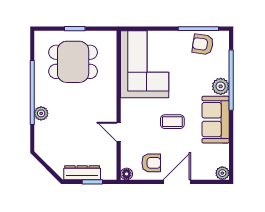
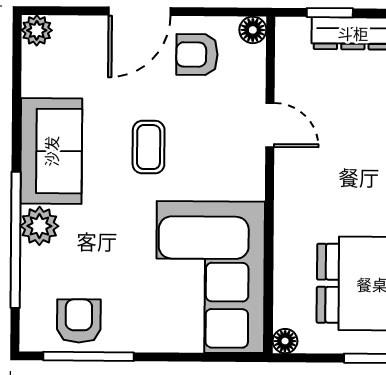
floor lamp: (111, 36) -> (285, 341), added
armchair: (203, 44) -> (79, 321), turned -98
coffee table: (172, 122) -> (149, 147), turned 90

